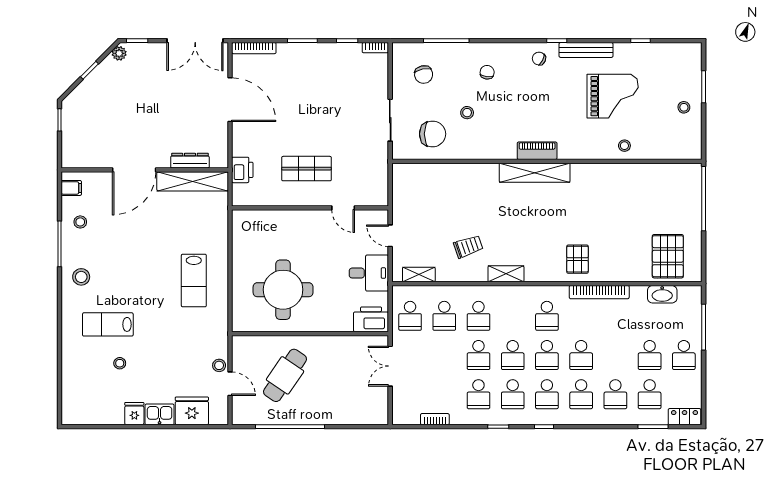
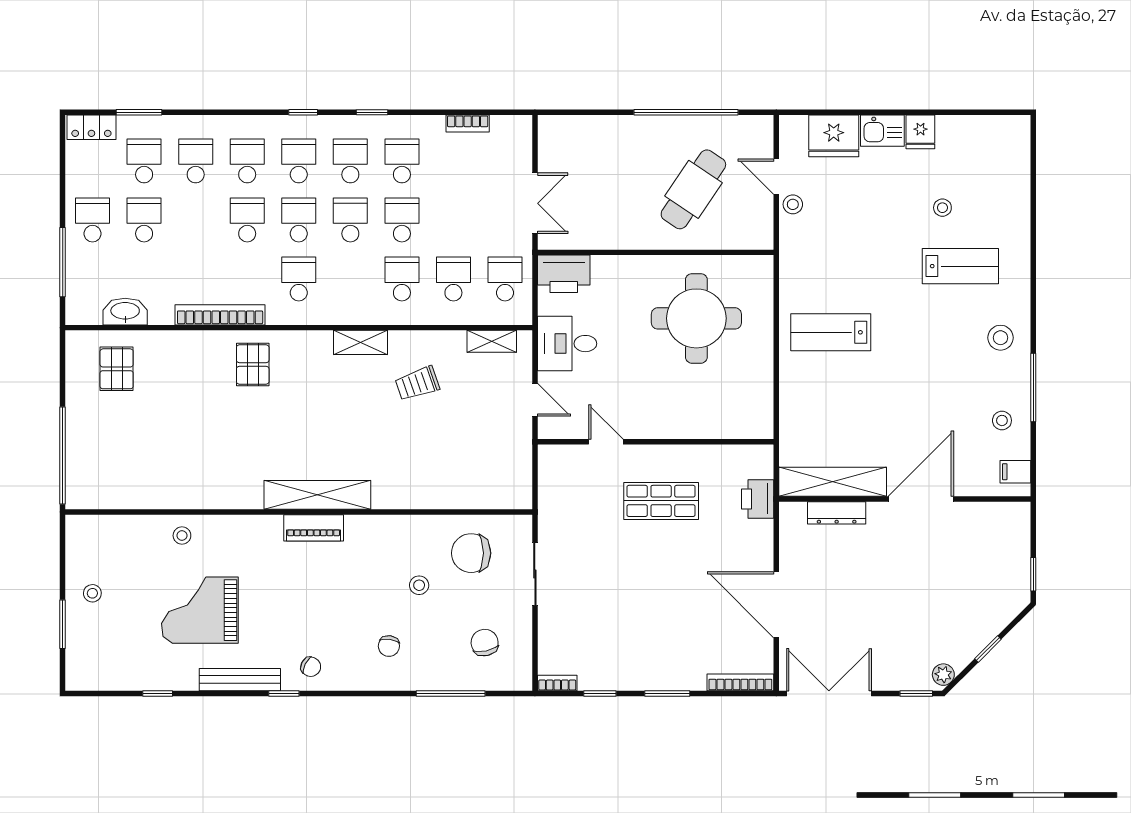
pallet: (668, 256) -> (117, 369), width x0.67, depth x0.71
lab bench: (194, 280) -> (831, 332), turned -90

